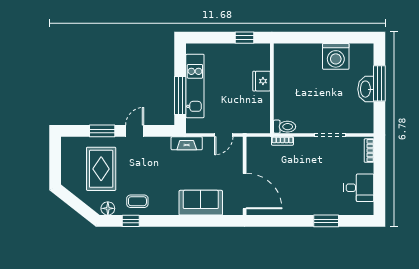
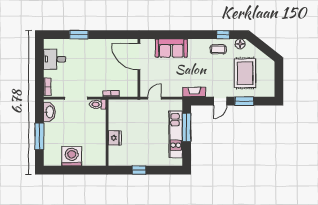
fridge: (262, 81) -> (115, 138), moved
wall: (272, 88) -> (107, 133), moved
washbasin: (366, 89) -> (49, 112), moved
toilet: (285, 127) -> (98, 104), moved
fireplace: (187, 143) -> (194, 92), moved

